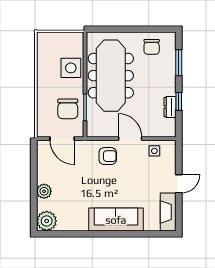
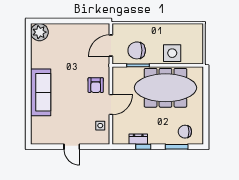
chair: (152, 47) -> (185, 132), moved
plant: (44, 191) -> (65, 30), removed
fireplace: (168, 212) -> (47, 137), removed

